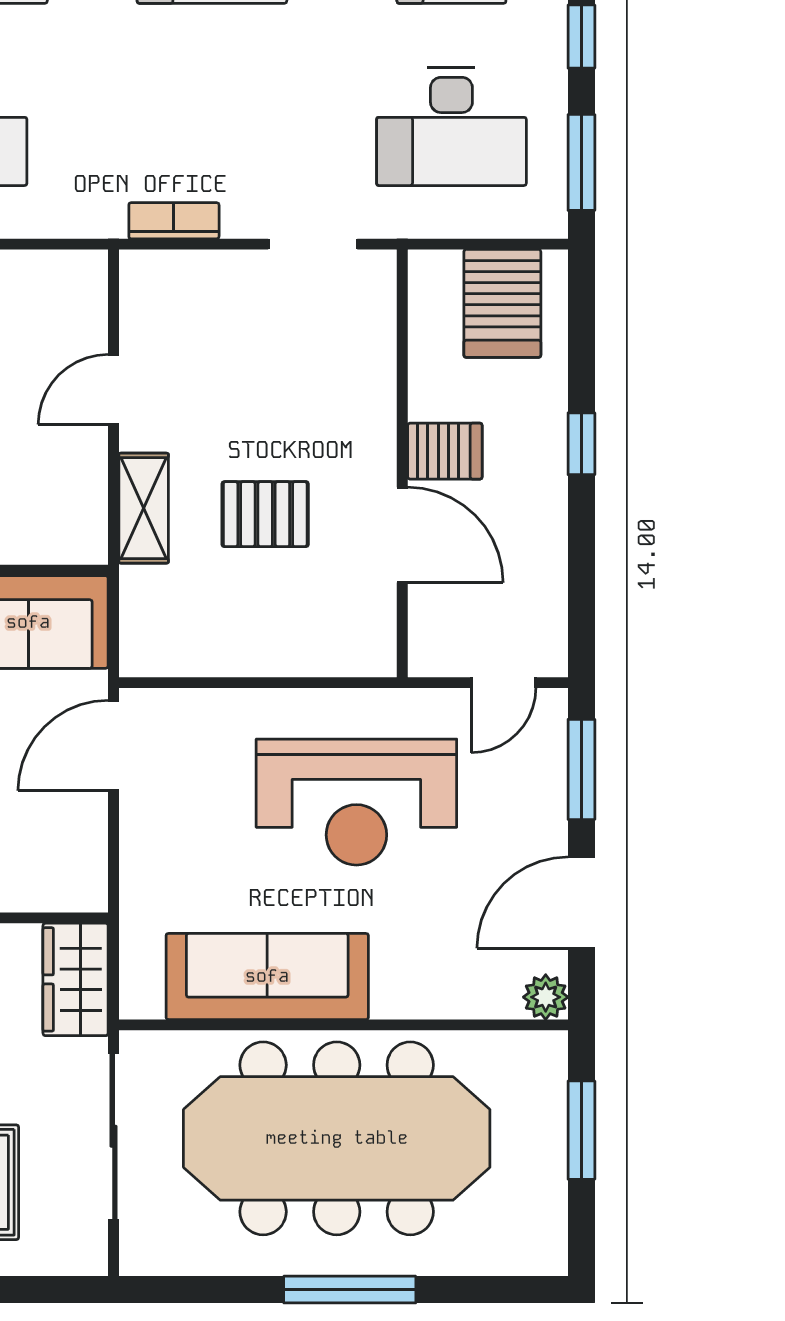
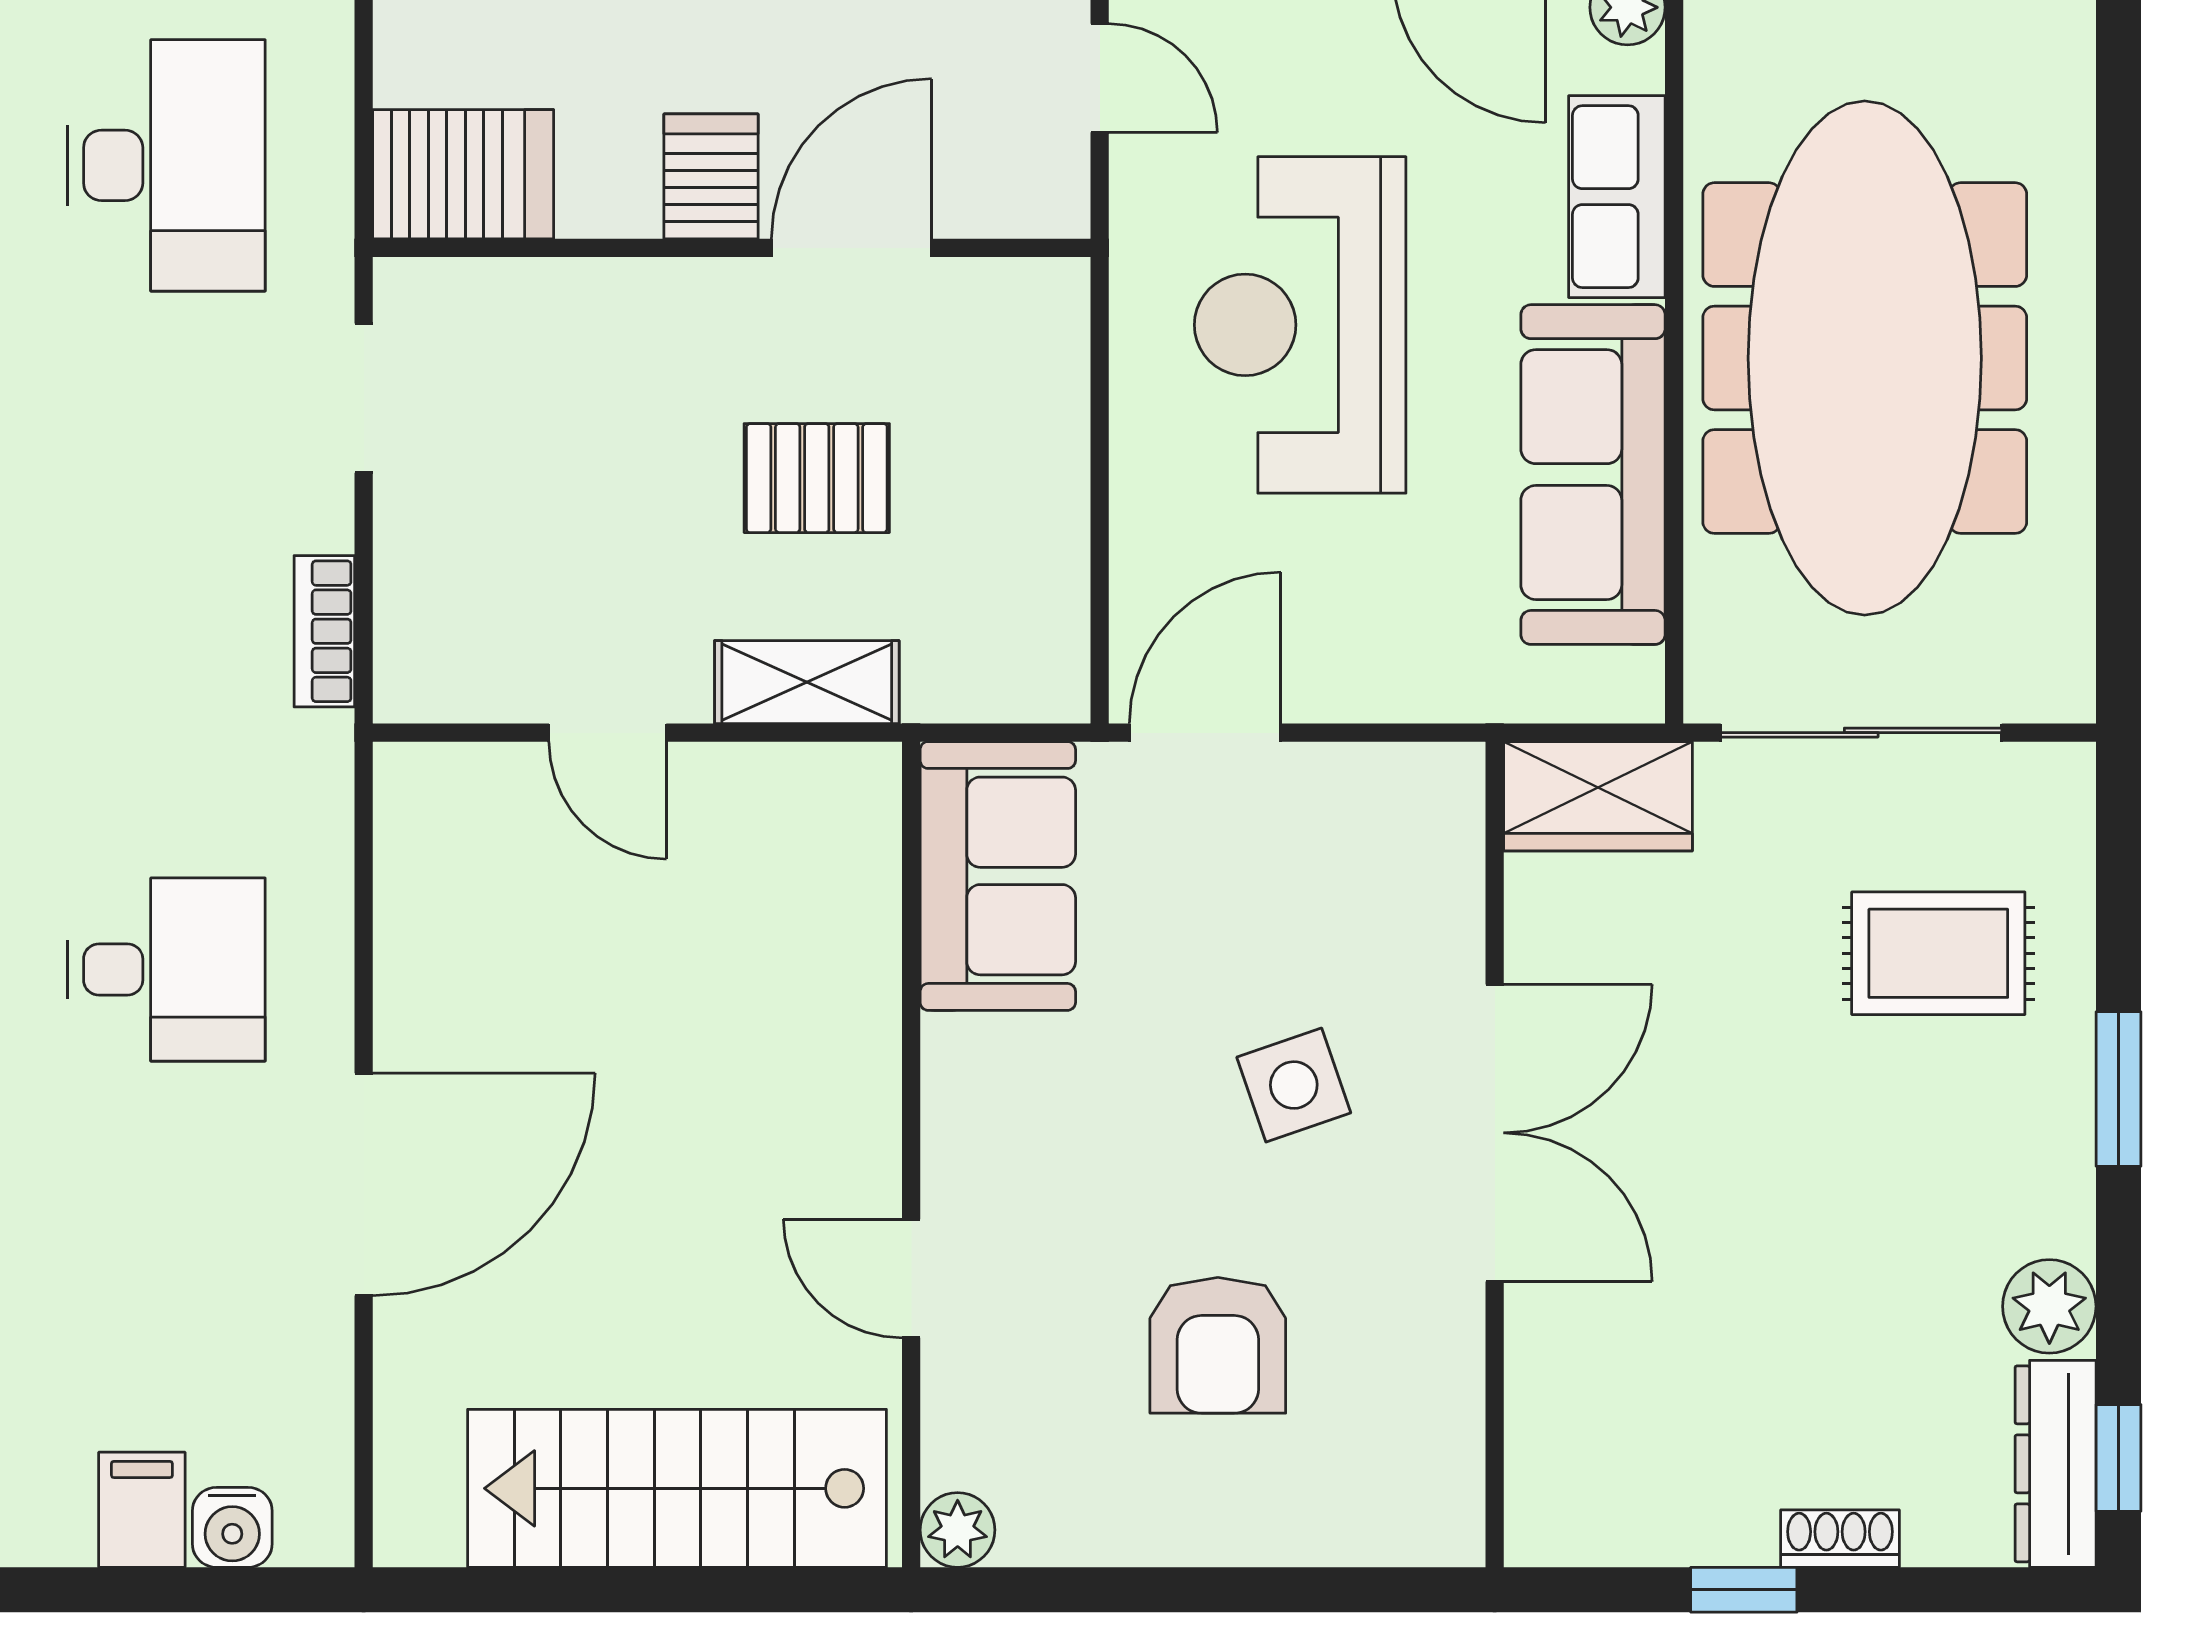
server rack: (502, 303) -> (463, 174), moved
pallet: (265, 514) -> (817, 478), turned 90
door: (114, 745) -> (1205, 733), swing flipped
reception desk: (356, 802) -> (1300, 325), turned 180
row of seats: (433, 991) -> (1617, 197), added
window: (350, 1290) -> (2118, 336), removed

